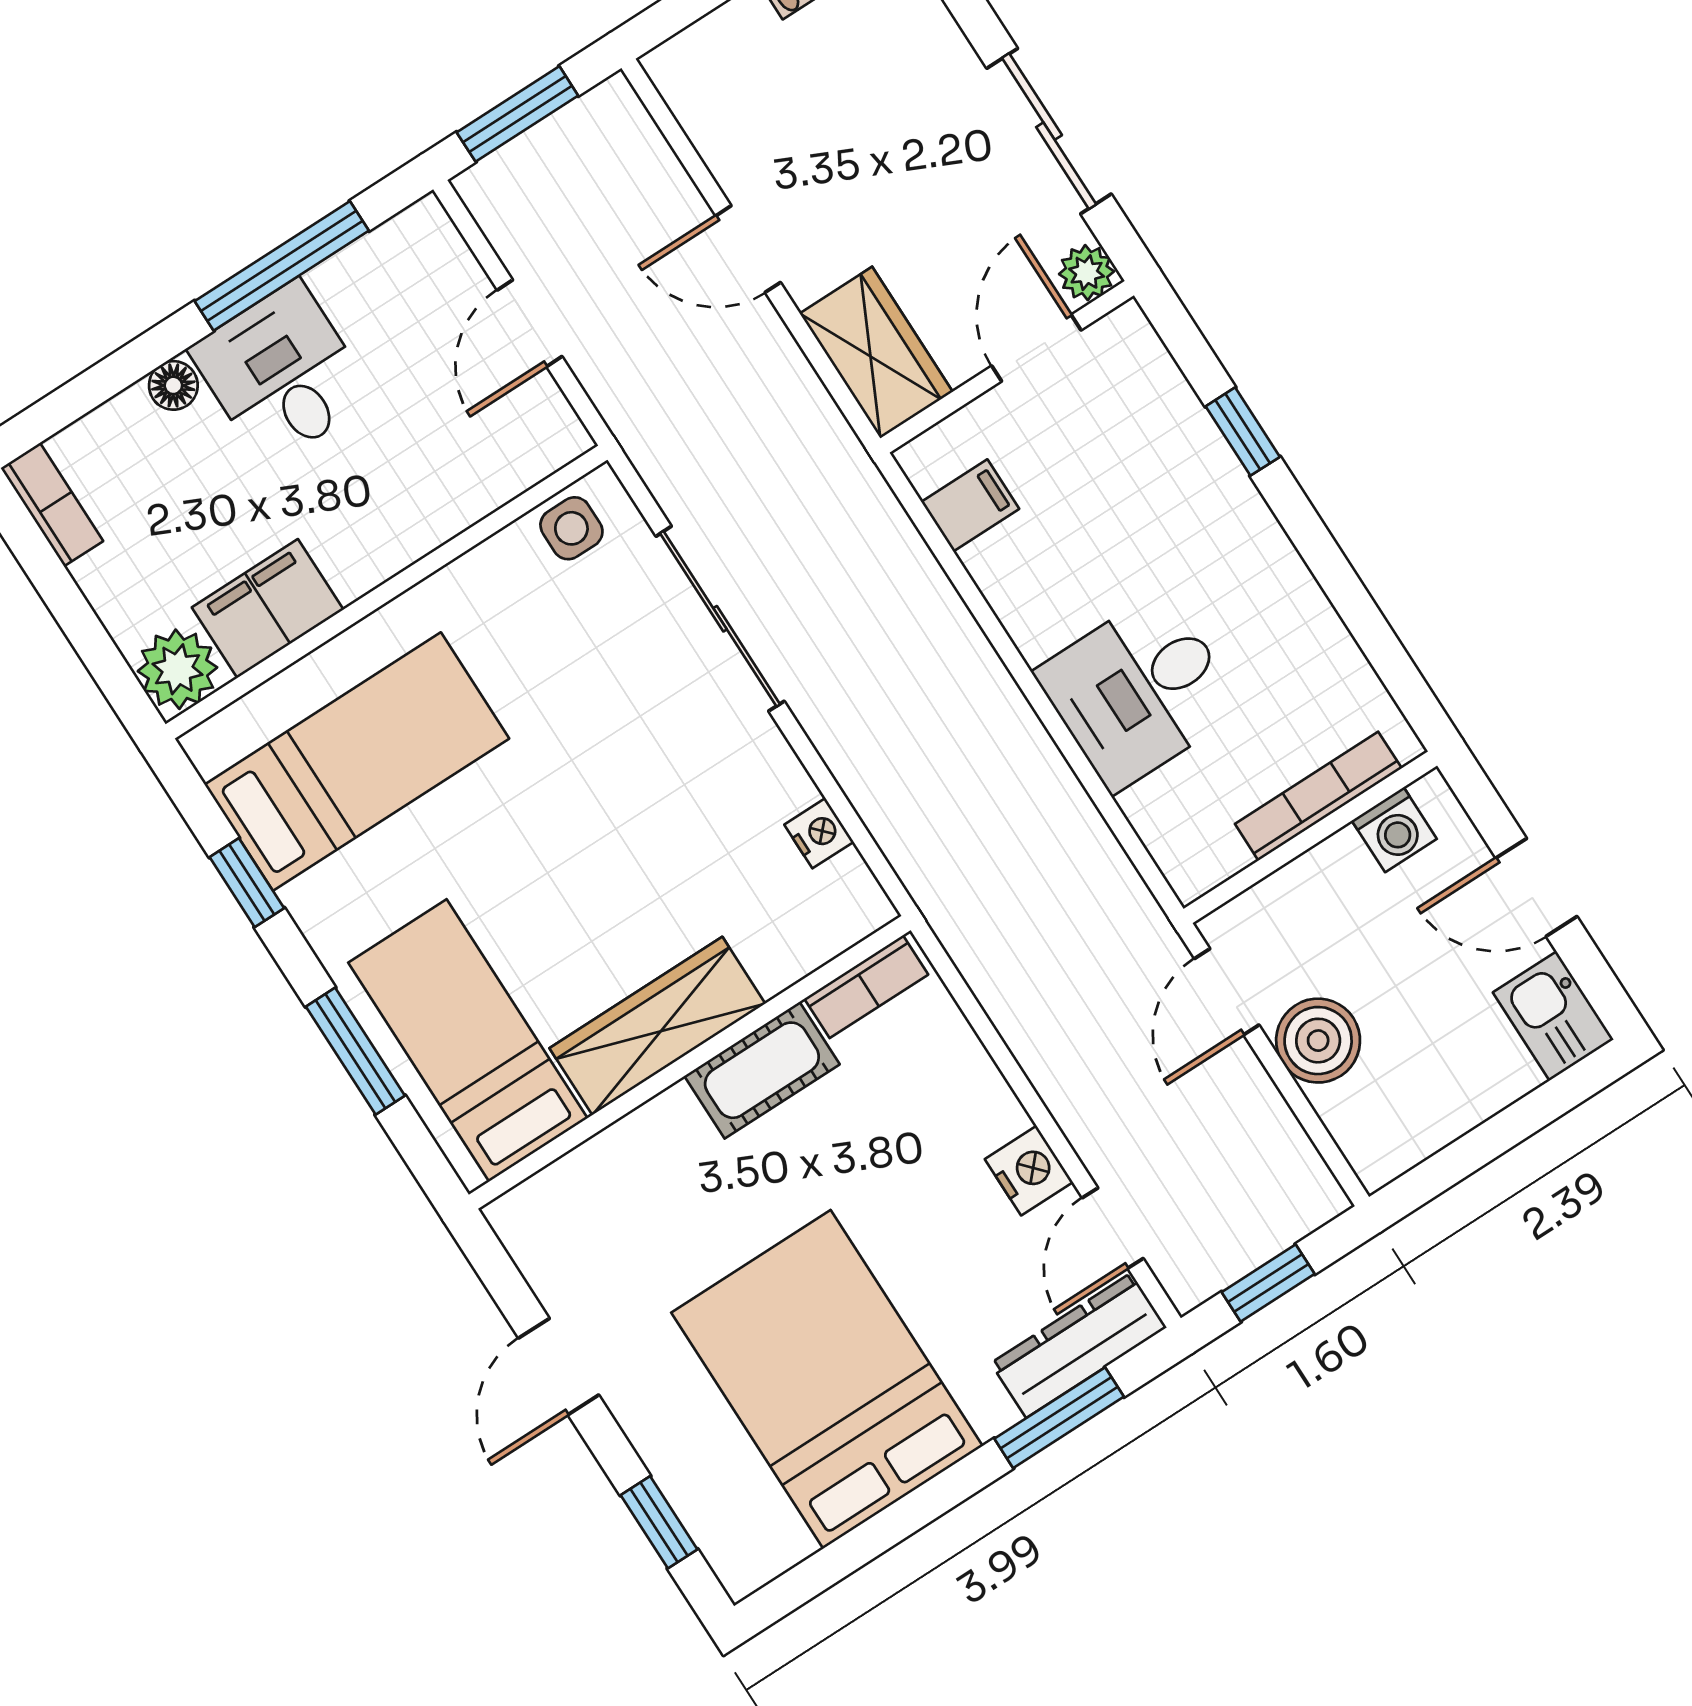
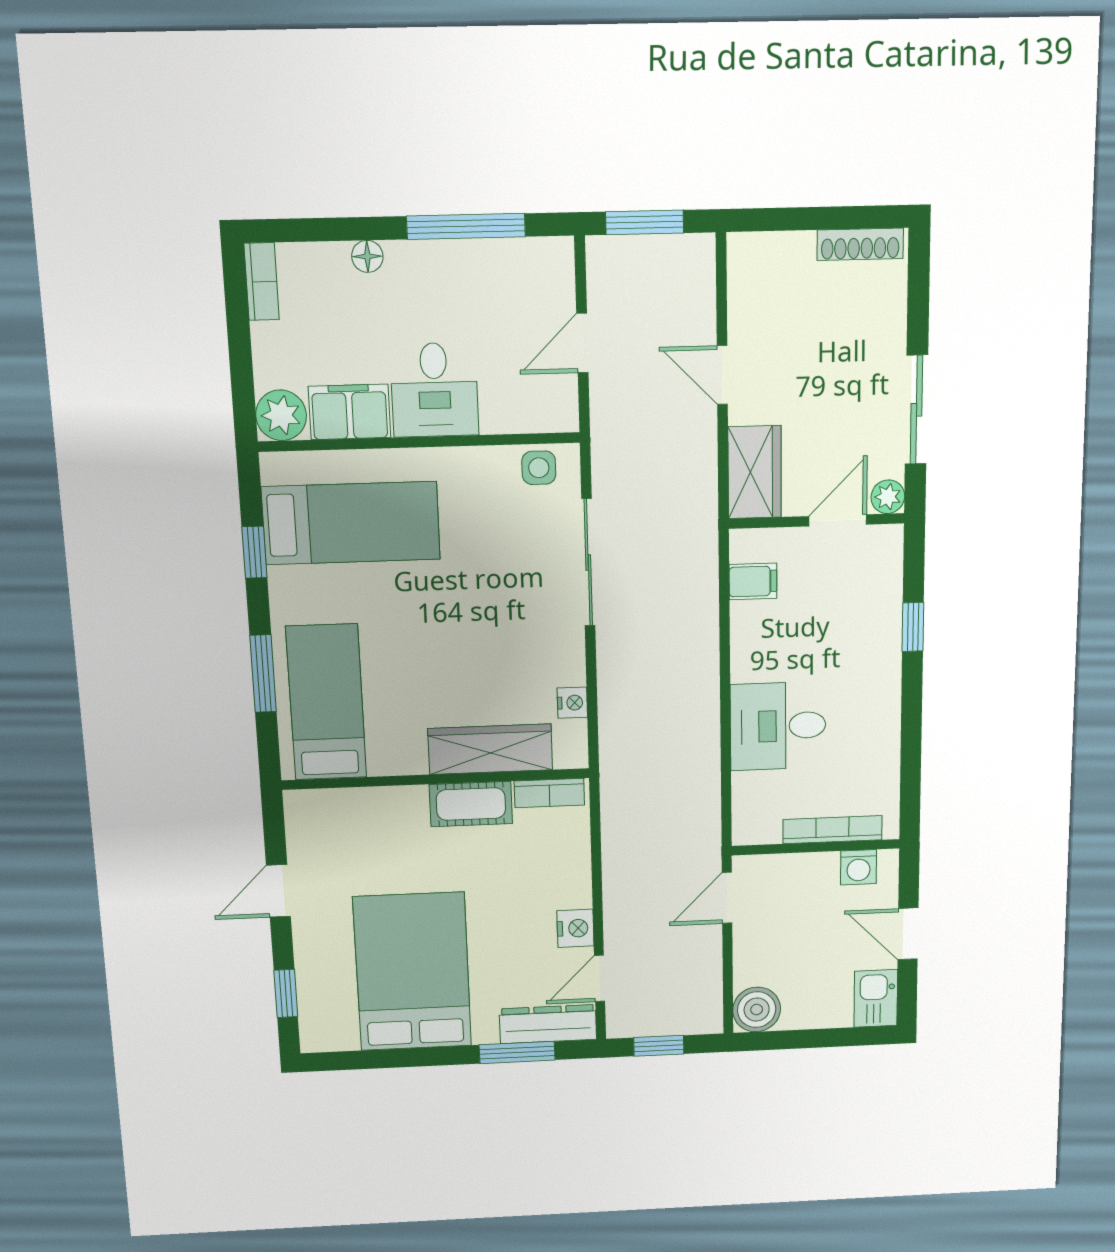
desk: (282, 374) -> (434, 390), moved, turned 180
wardrobe: (657, 1026) -> (490, 749), moved
boiler: (1318, 1041) -> (757, 1010), moved

